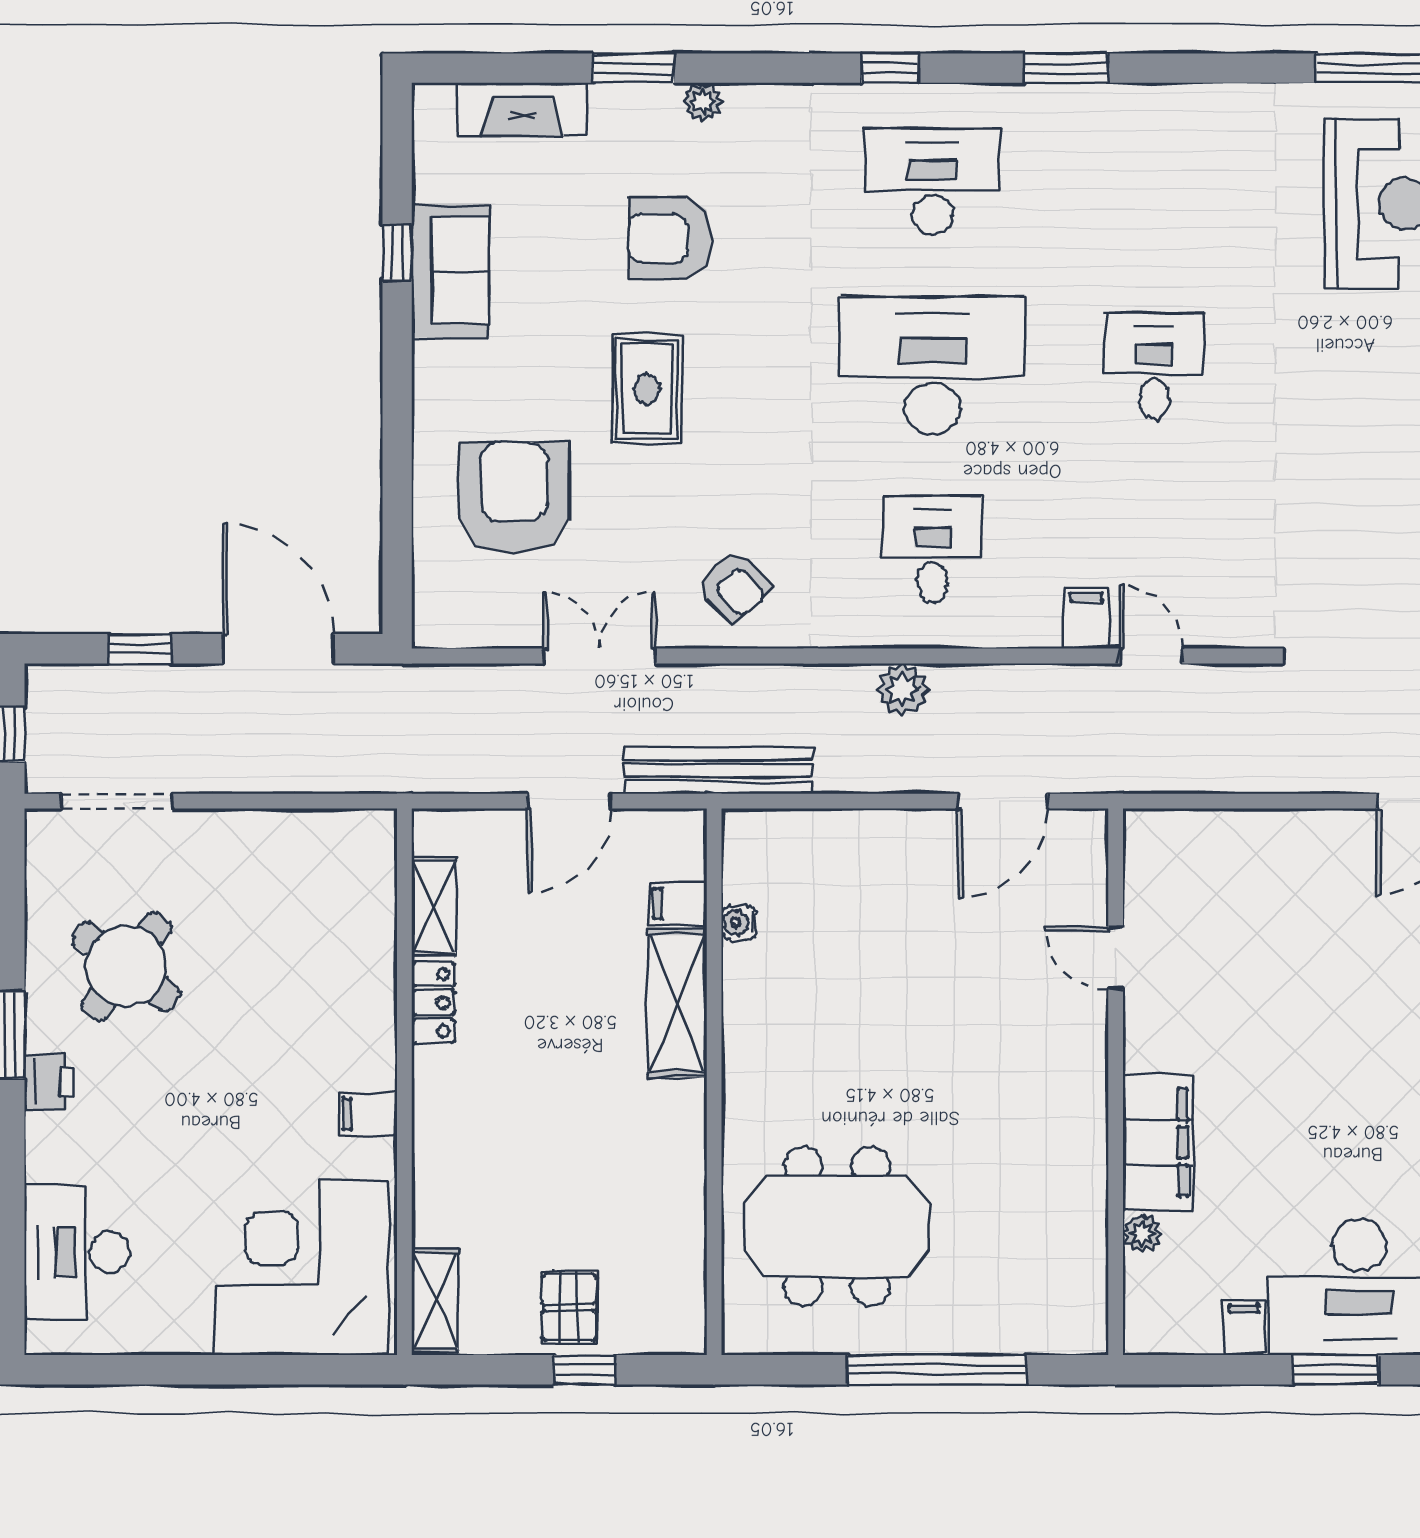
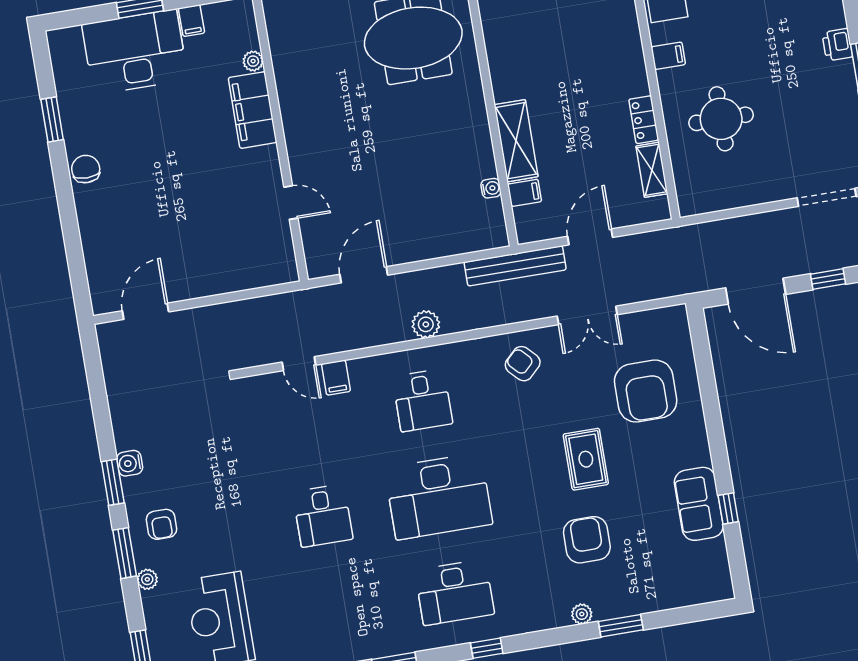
fireplace: (522, 109) -> (675, 594), removed
armchair: (670, 239) -> (587, 540), turned -90
round table: (126, 966) -> (721, 119), moved, turned -37

